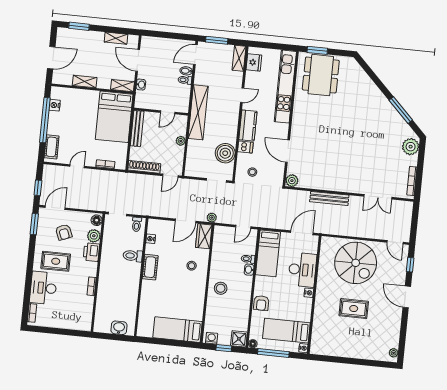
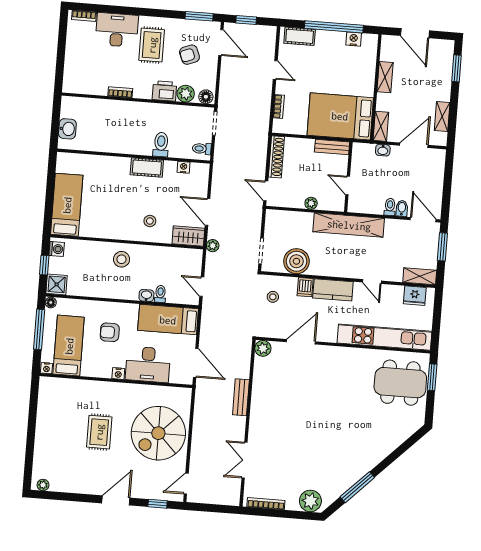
bench: (137, 128) -> (332, 147), width x0.73
bench: (329, 198) -> (241, 397), width x0.73
armchair: (261, 303) -> (110, 332), moved

